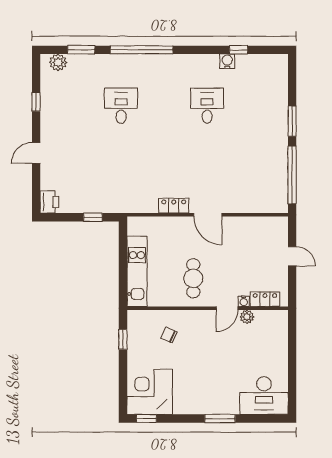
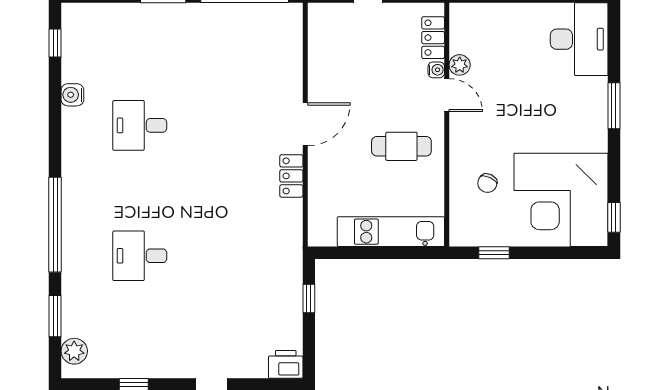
window: (239, 50) -> (55, 43), moved
corner desk: (150, 392) -> (561, 200), width x1.36, depth x1.36

